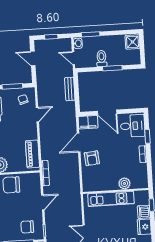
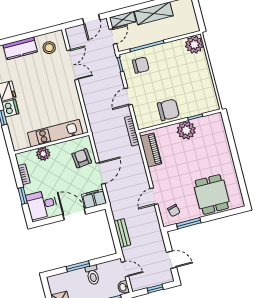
plant: (124, 183) -> (43, 154), moved
wall: (116, 191) -> (52, 143), moved
kitchen unit: (111, 199) -> (55, 133), moved

